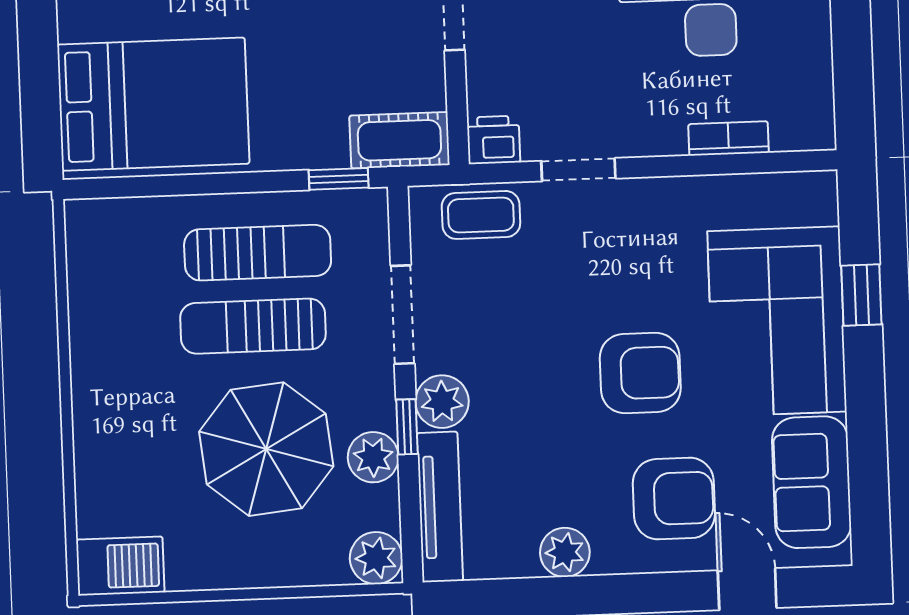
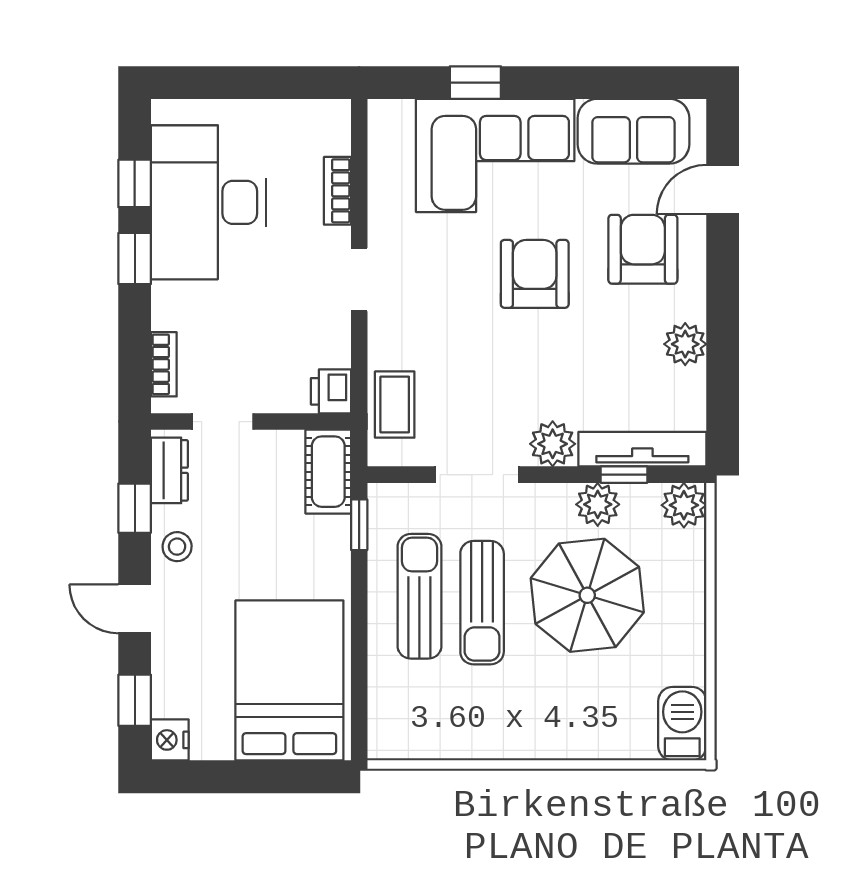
doorway: (578, 170) -> (359, 280), moved
window: (407, 427) -> (624, 475), moved

